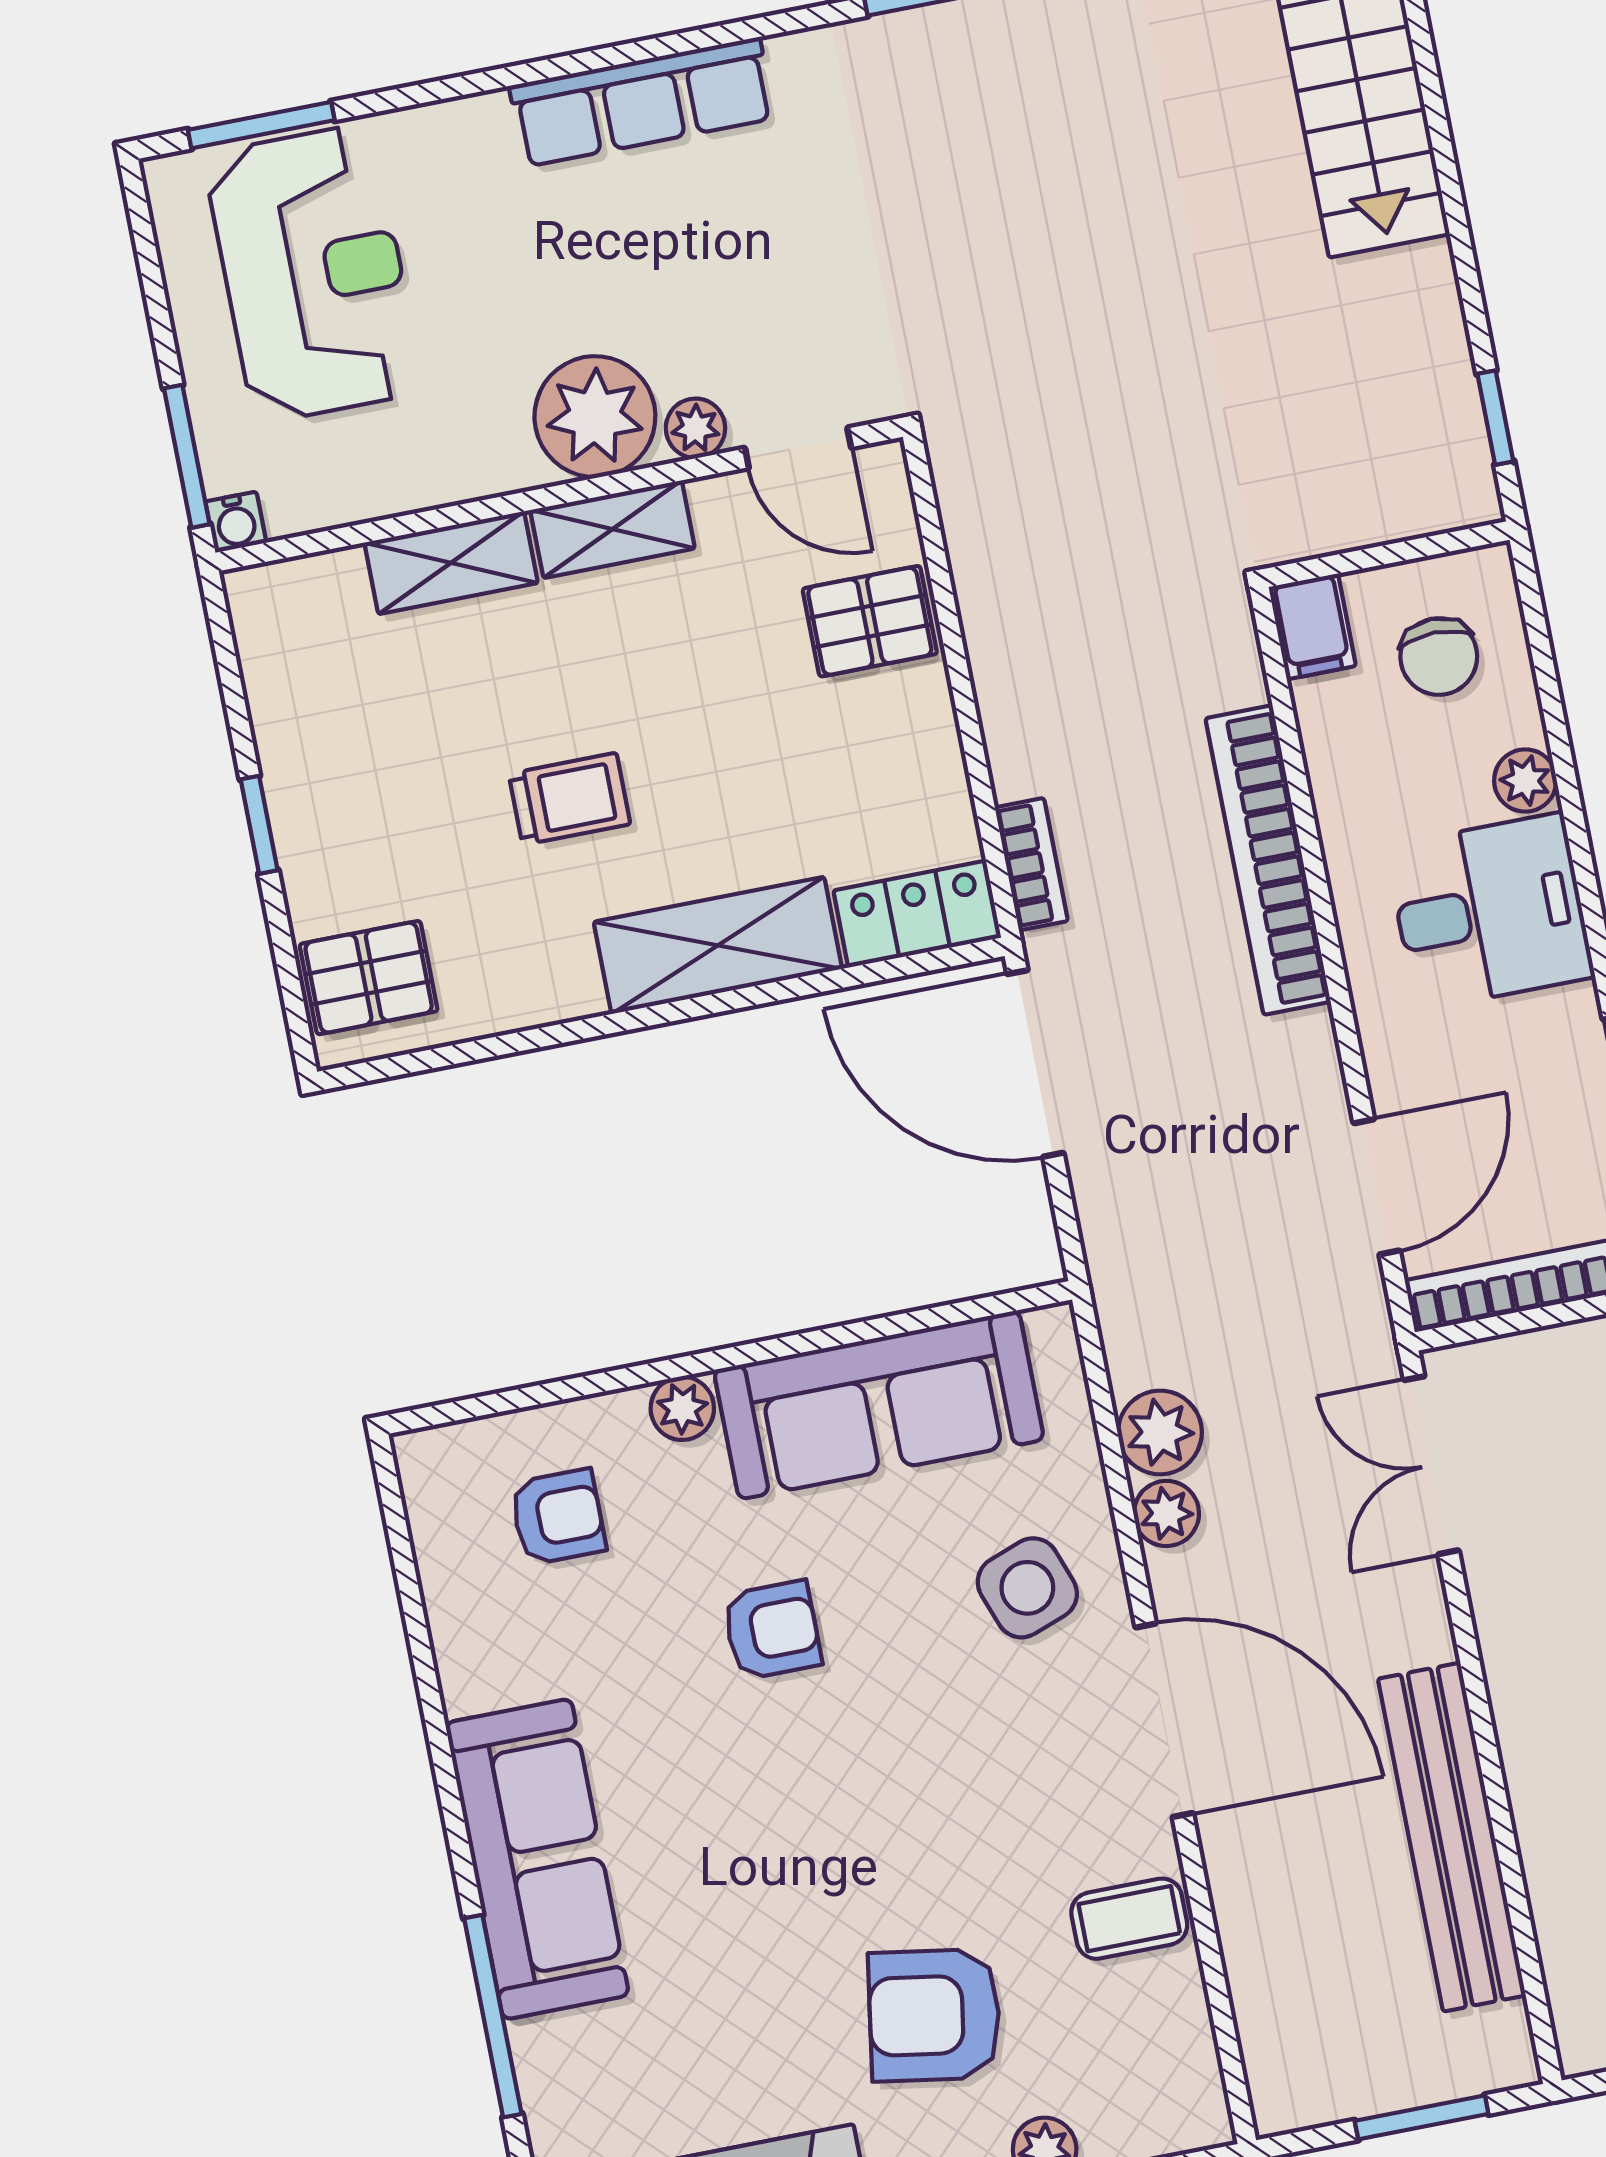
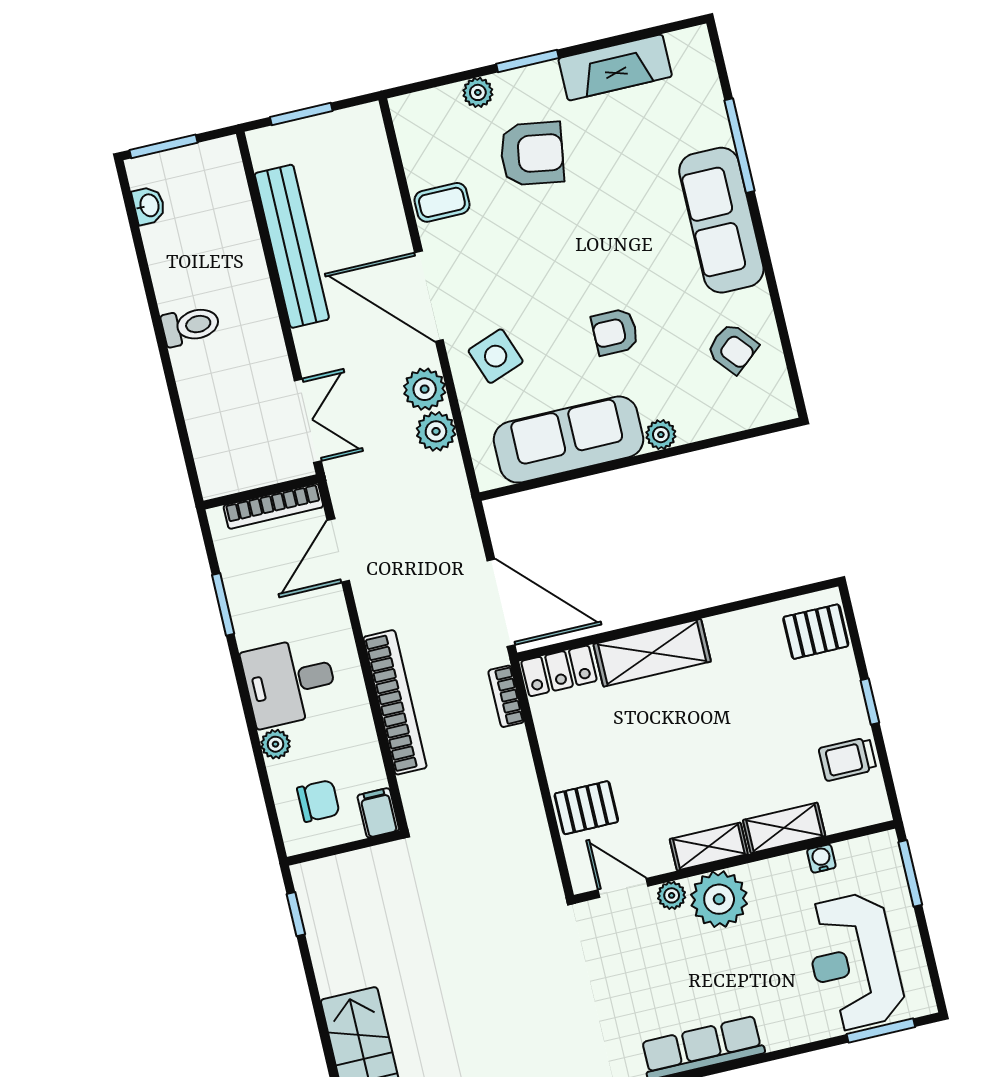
water cooler: (236, 522) -> (821, 859), moved
chair: (1439, 656) -> (318, 801), turned 90
trolley: (569, 799) -> (848, 759), moved
plant: (1166, 1513) -> (425, 389), width x1.38, depth x1.38
armchair: (558, 1517) -> (733, 348), moved, turned -130

